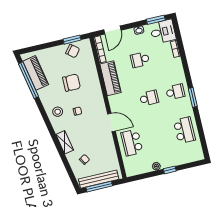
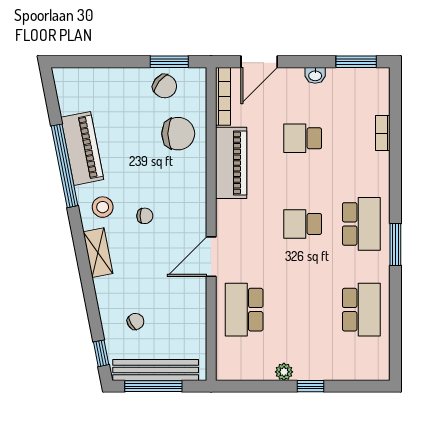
desk: (163, 32) -> (365, 90), removed
piano: (36, 73) -> (82, 148), moved
window: (28, 80) -> (65, 166), moved
chair: (72, 83) -> (178, 134), moved
school desk: (175, 92) -> (361, 224), width x1.85
school desk: (149, 98) -> (303, 224), turned 180
door: (111, 122) -> (211, 257), swing flipped
shelving: (65, 142) -> (98, 253), moved
window: (72, 177) -> (101, 353), added

